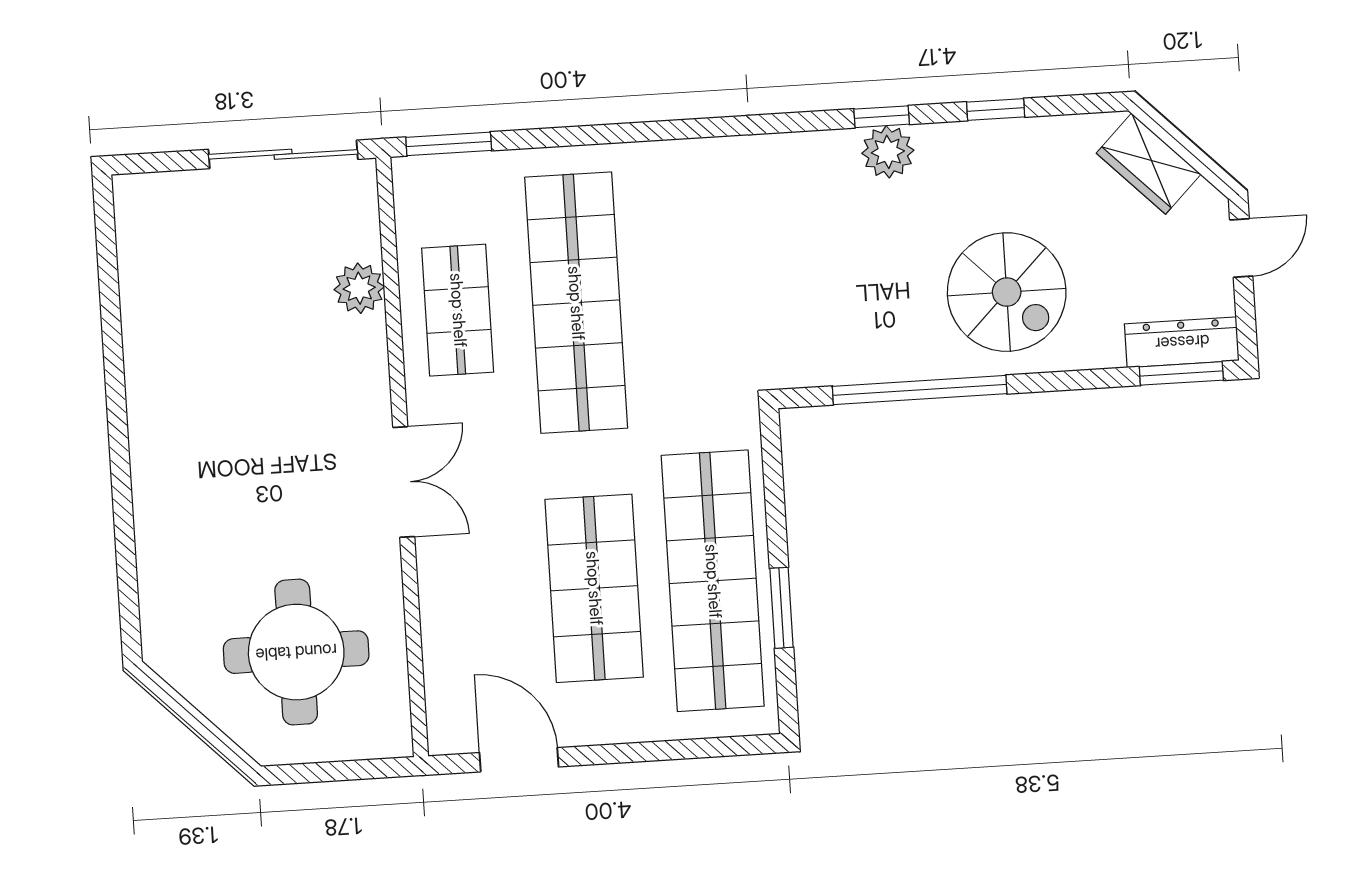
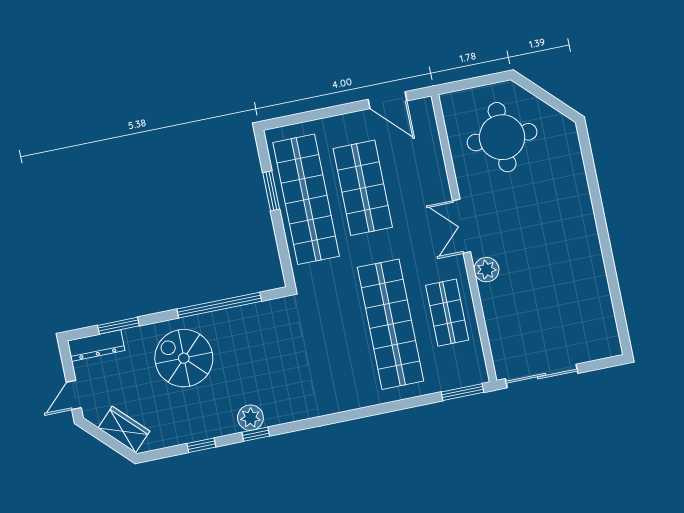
plant: (359, 288) -> (486, 270), moved
window: (1181, 373) -> (118, 326), moved

